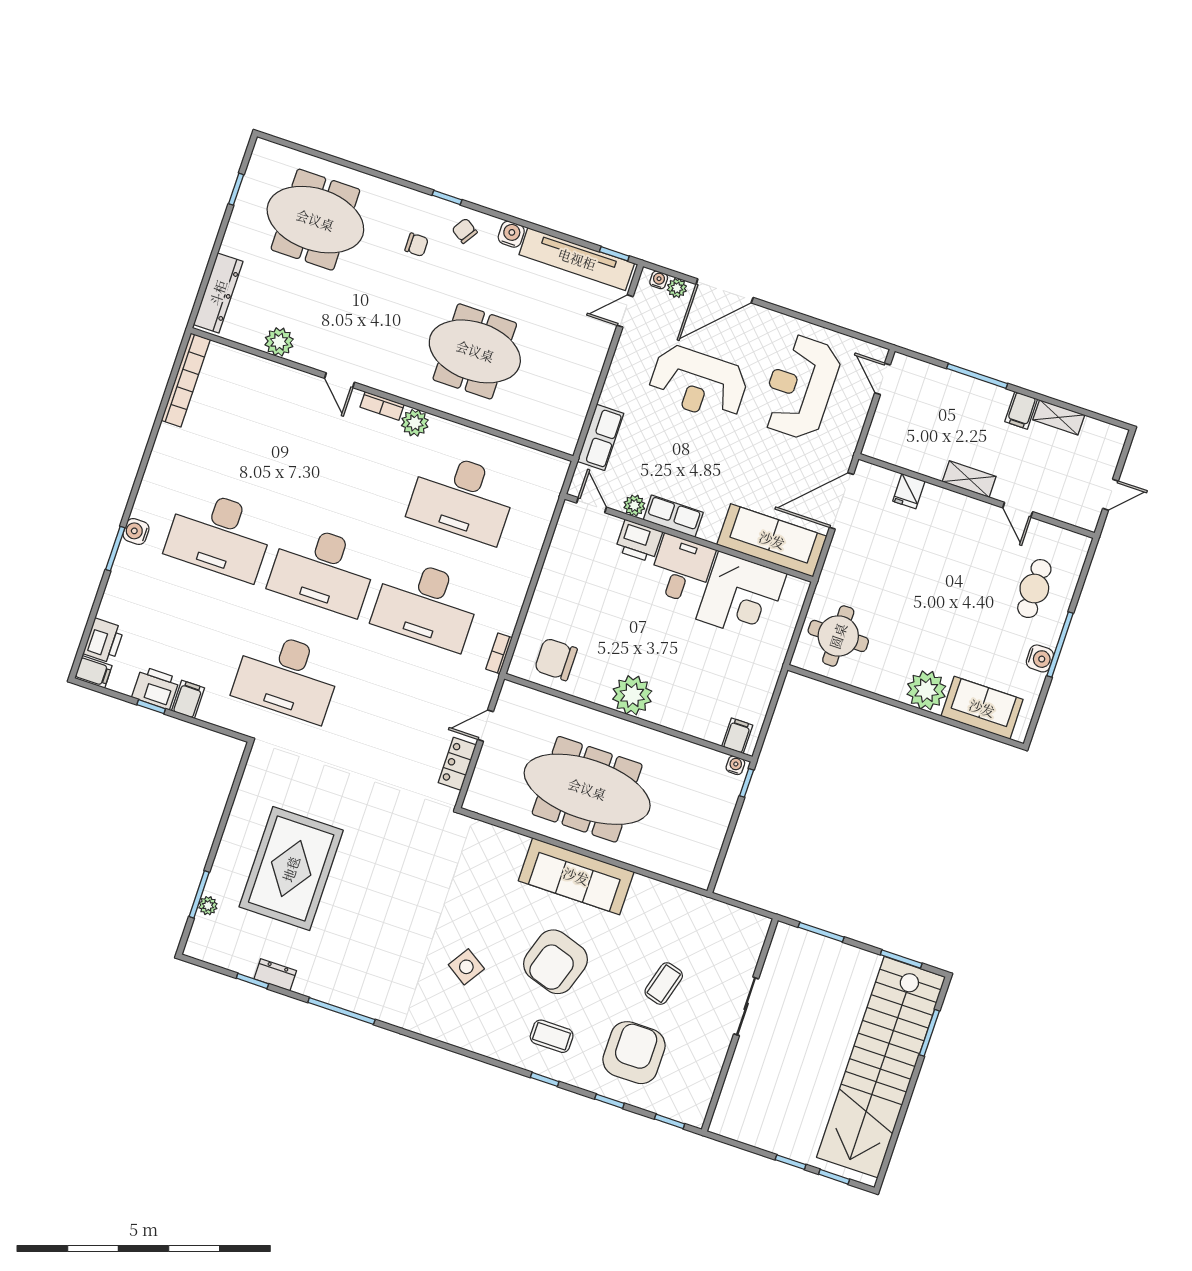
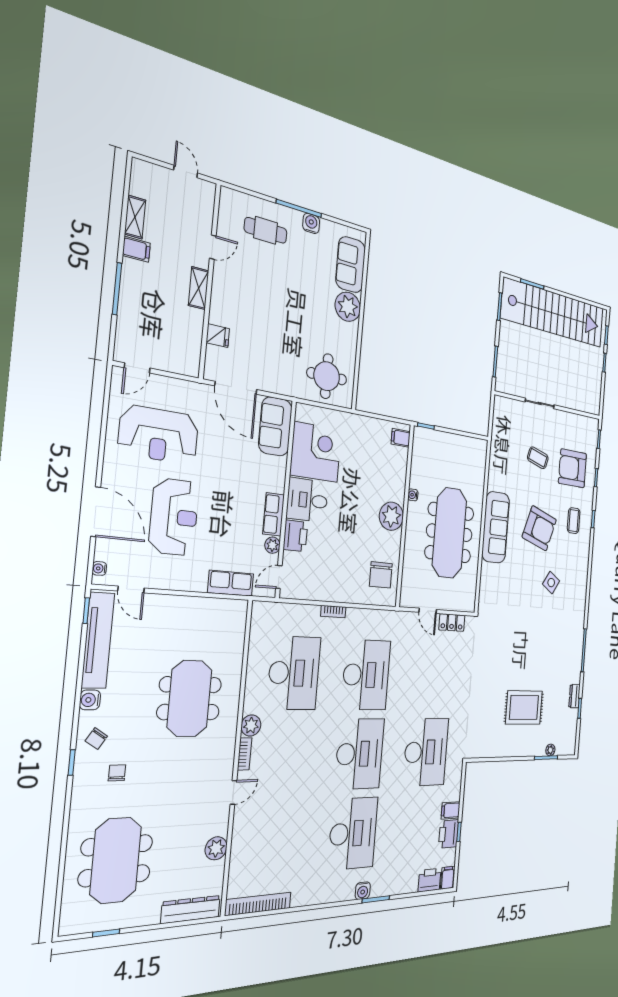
plant: (677, 288) -> (102, 552), removed
sofa: (772, 540) -> (275, 426), width x0.73
bookcase: (499, 653) -> (333, 612), moved
water cooler: (735, 765) -> (413, 495), moved
rug: (291, 869) -> (524, 707), width x0.73, depth x0.69

